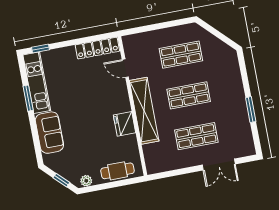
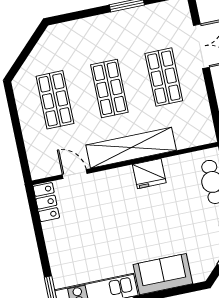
locker: (97, 48) -> (46, 202), width x0.66
door: (125, 68) -> (75, 174), swing flipped

